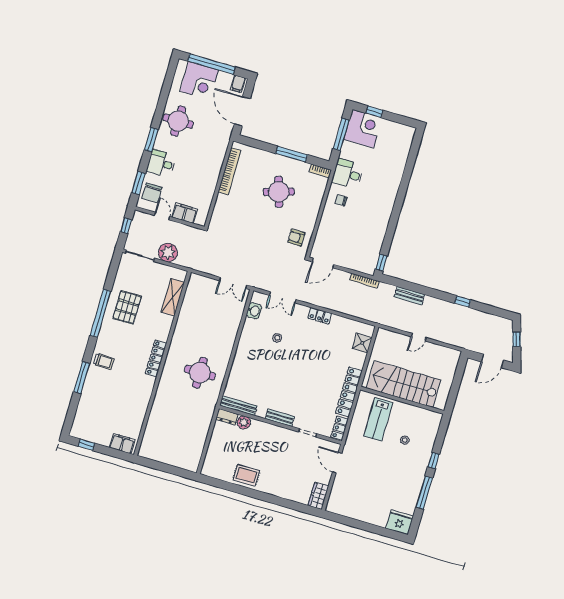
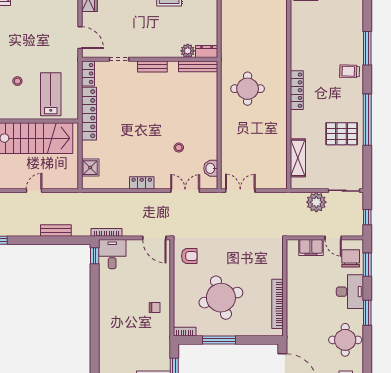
desk: (161, 163) -> (350, 292), width x1.37
desk: (348, 174) -> (112, 254), moved, turned -90
round table: (279, 192) -> (221, 298), width x1.36, depth x1.36
door: (323, 263) -> (154, 238), swing flipped
pallet: (127, 307) -> (342, 134), turned 90

